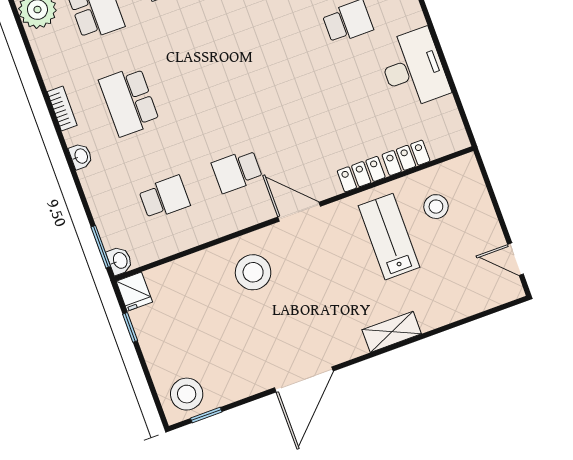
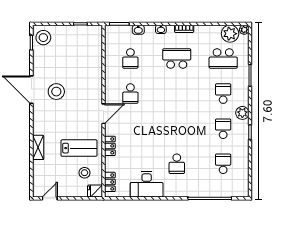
locker: (406, 158) -> (110, 182), moved
school desk: (237, 171) -> (130, 94), turned 180
washbasin: (120, 261) -> (138, 30), moved
stool: (253, 272) -> (56, 92), moved
fridge: (134, 292) -> (95, 191), moved
shelving: (392, 332) -> (38, 147), moved

